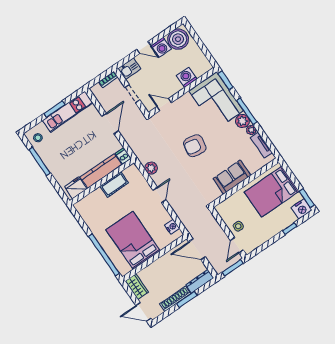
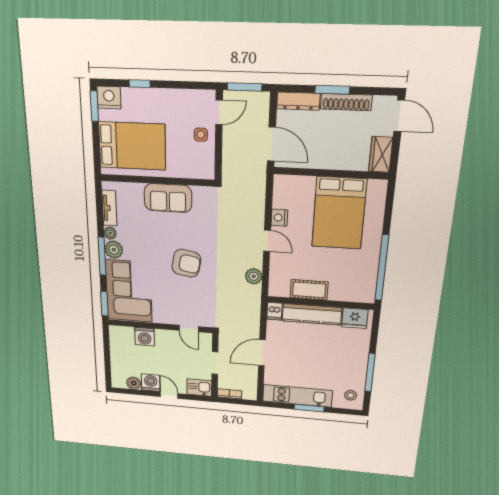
boiler: (178, 39) -> (134, 383), width x0.54, depth x0.54
door: (159, 195) -> (267, 241), swing flipped
nightstand: (172, 227) -> (279, 218), moved
window: (104, 255) -> (382, 268), moved

